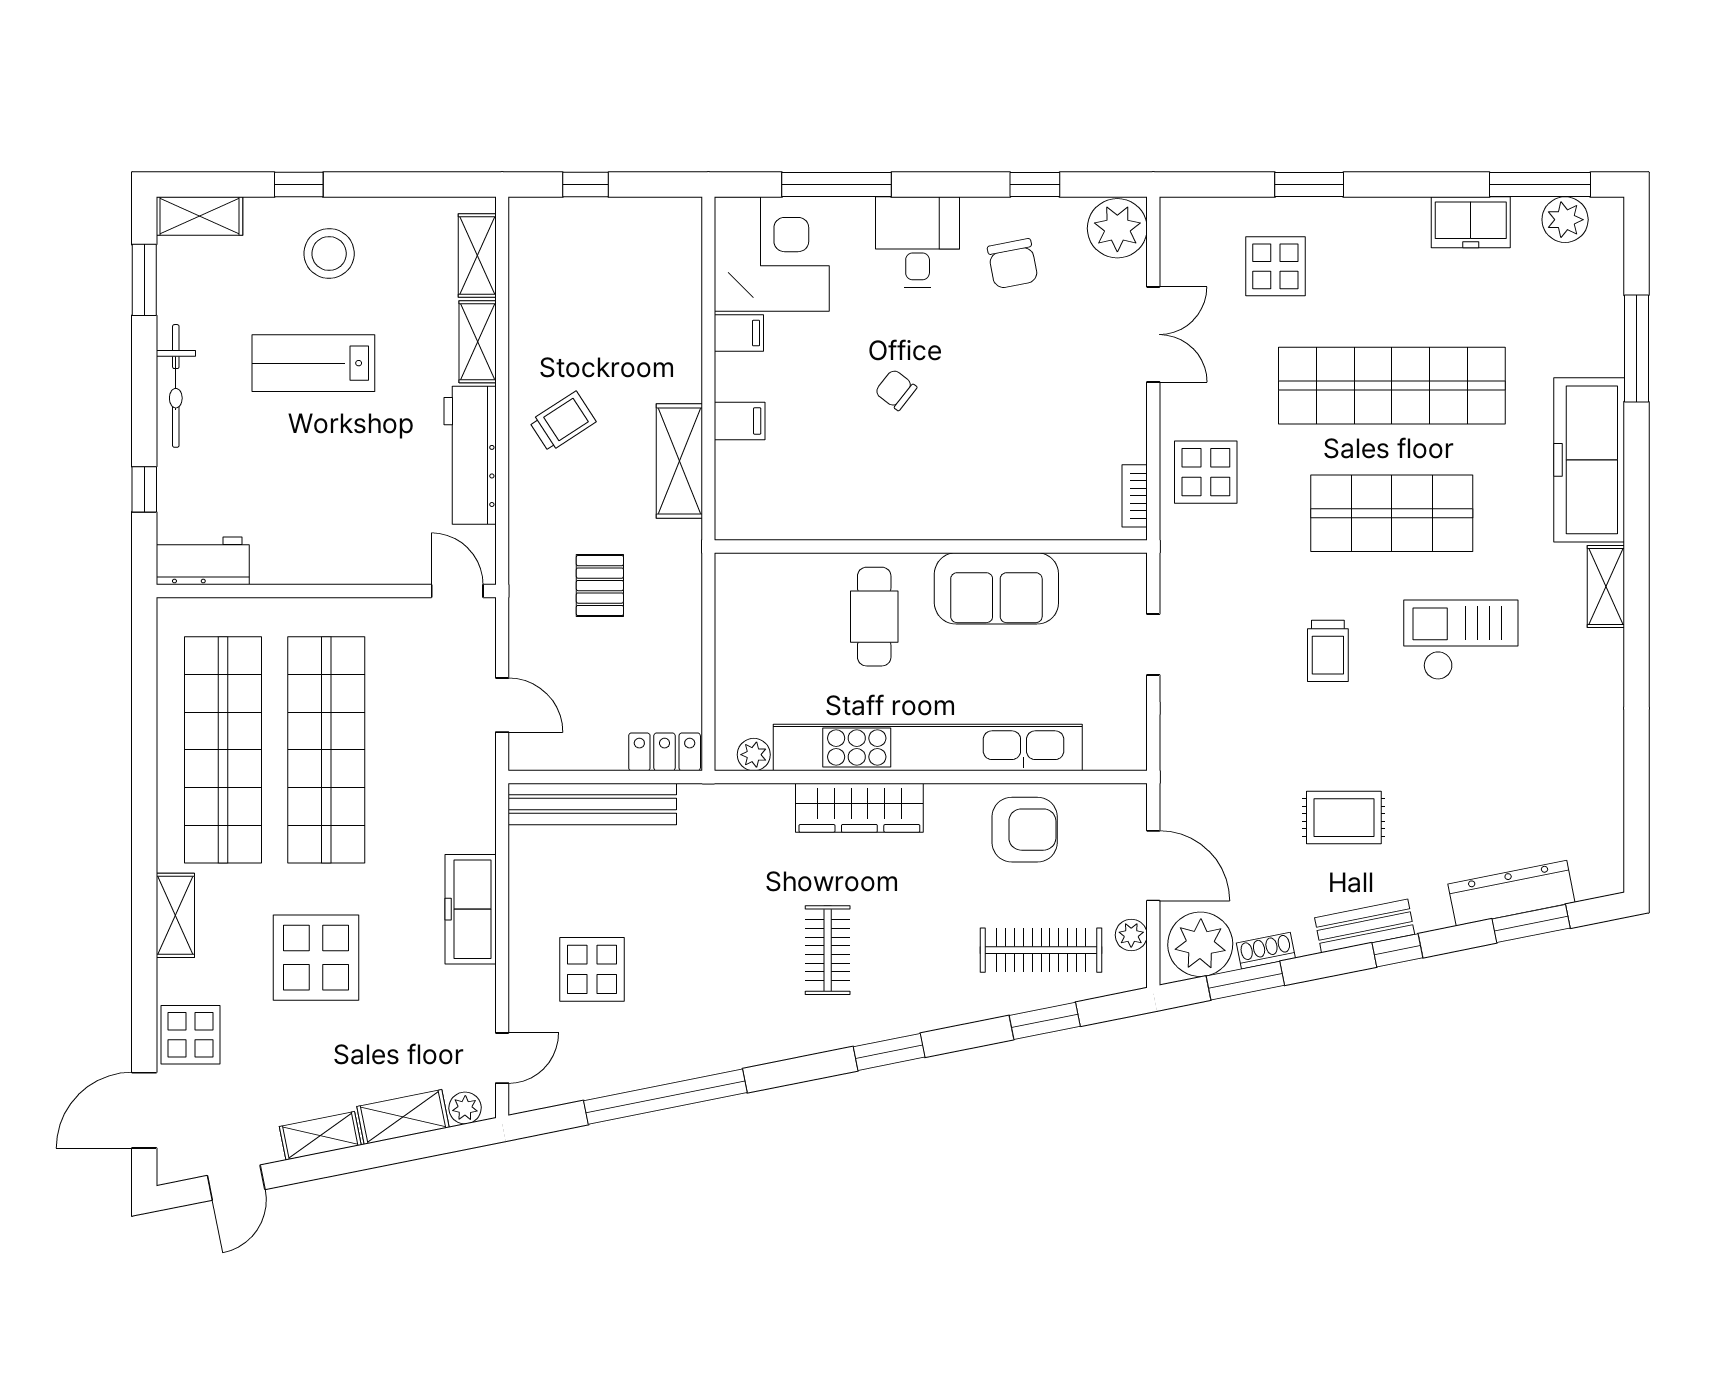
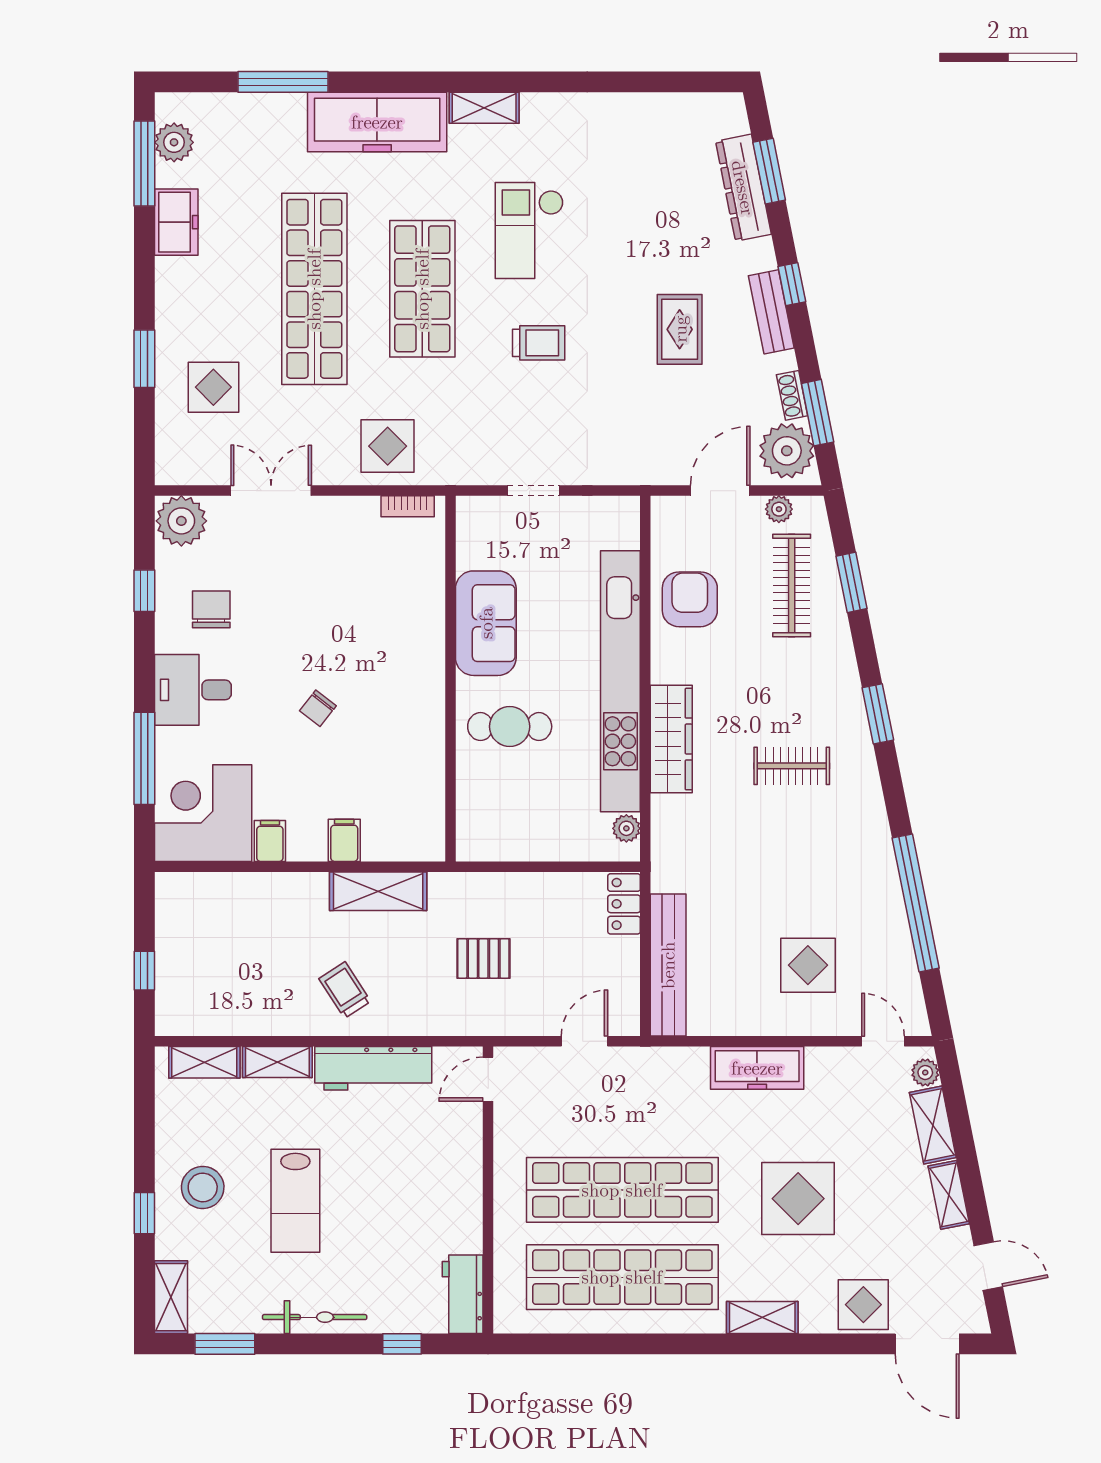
chair: (1013, 264) -> (211, 609), turned -79

